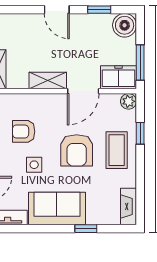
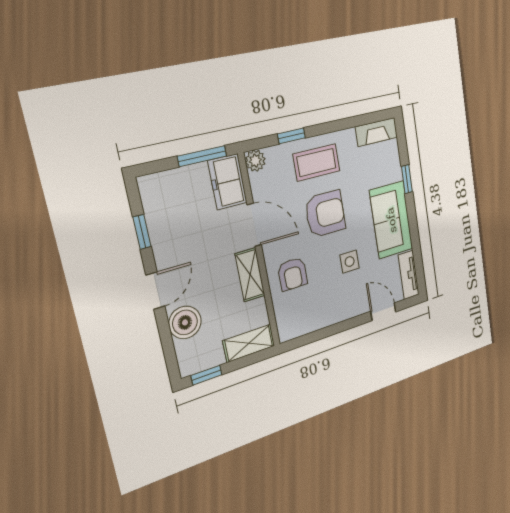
boiler: (125, 25) -> (185, 322), moved
armchair: (24, 131) -> (293, 274), moved

